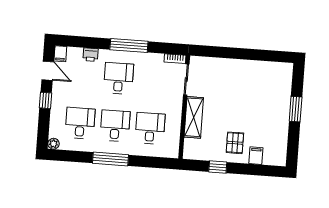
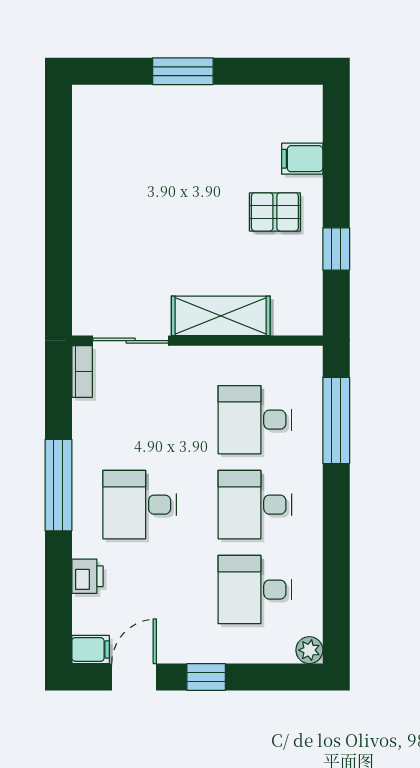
window: (110, 159) -> (336, 420), moved

